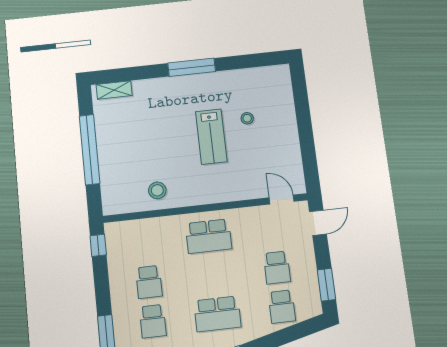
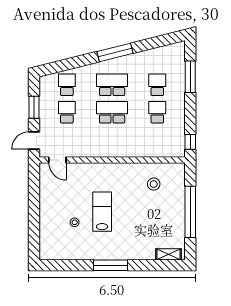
stool: (157, 190) -> (154, 184), moved
school desk: (209, 236) -> (112, 112), moved
window: (326, 285) -> (34, 107), moved

